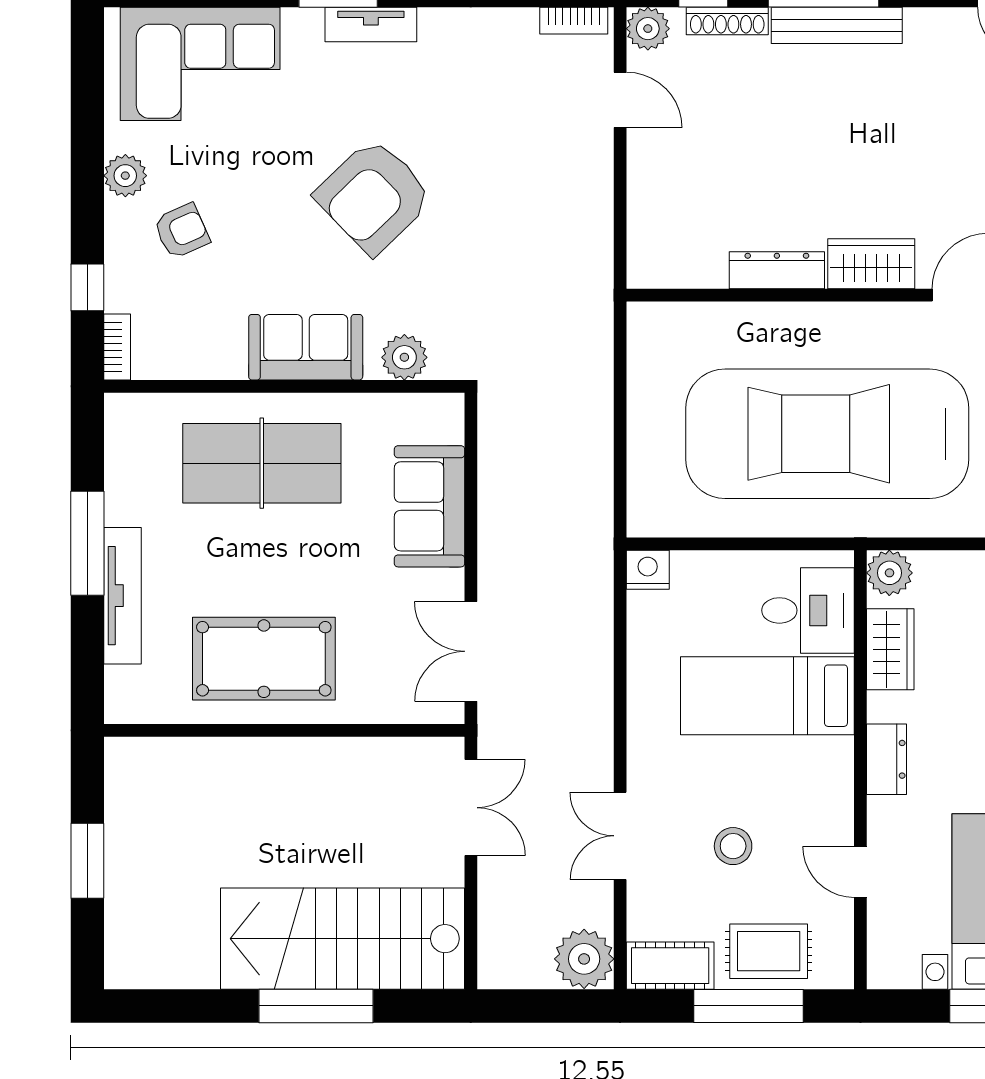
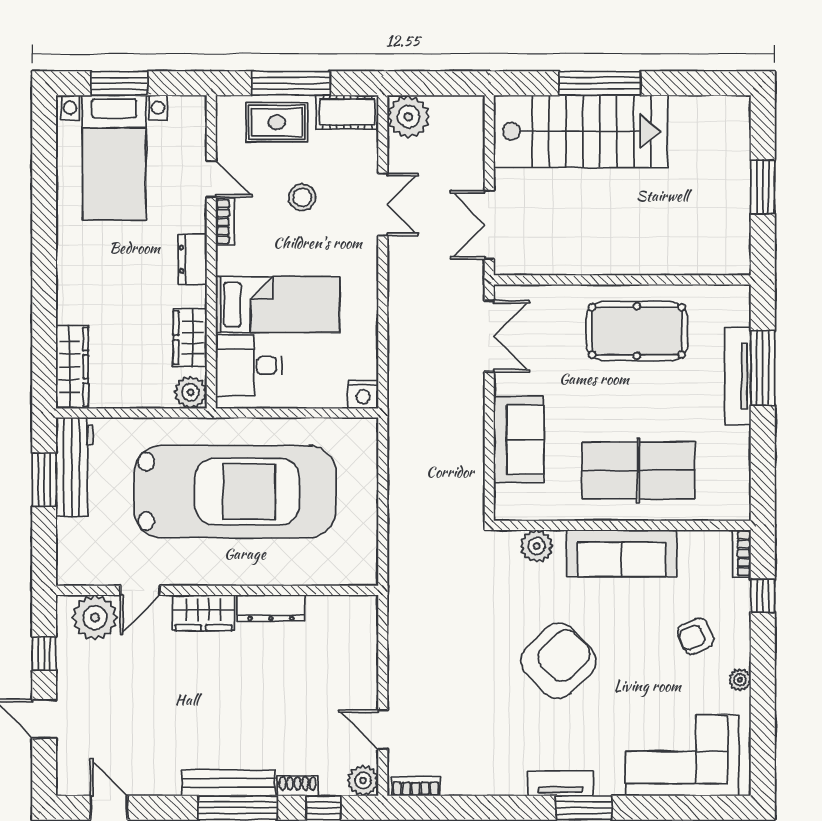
shoe rack: (727, 21) -> (298, 786), width x0.70
plant: (125, 176) -> (740, 680), width x0.73, depth x0.73
sofa: (306, 347) -> (622, 553), width x1.36
window: (87, 543) -> (763, 368), moved
bookcase: (841, 812) -> (225, 222), added

